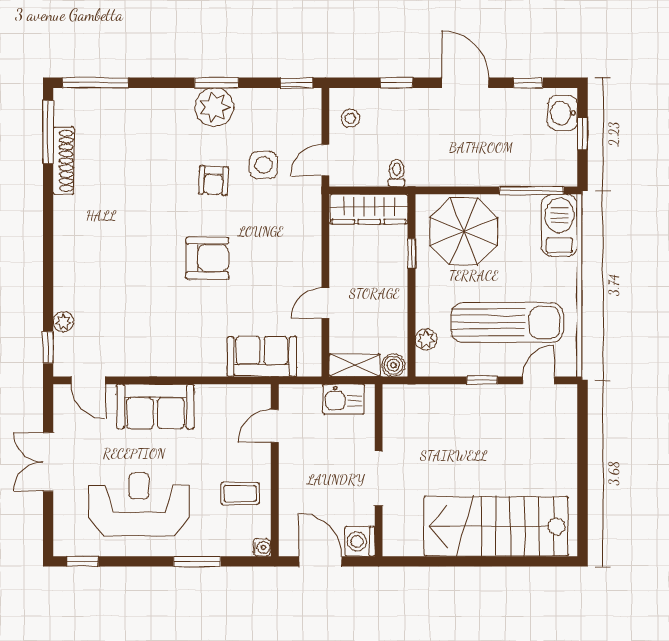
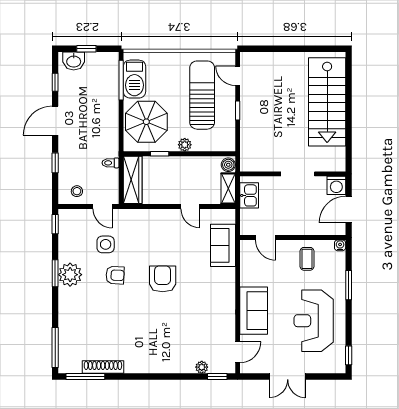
barbecue: (559, 225) -> (134, 79), moved, turned -90
plant: (426, 340) -> (185, 145), moved

